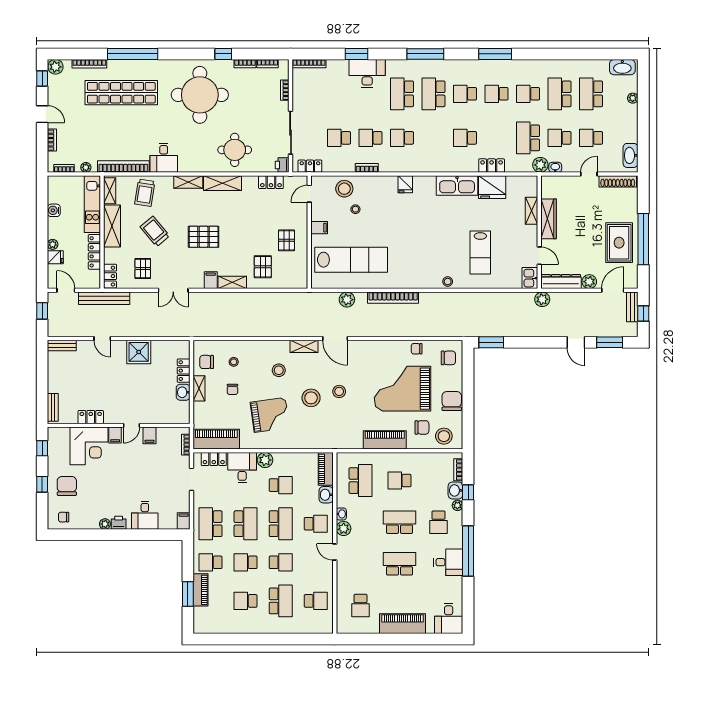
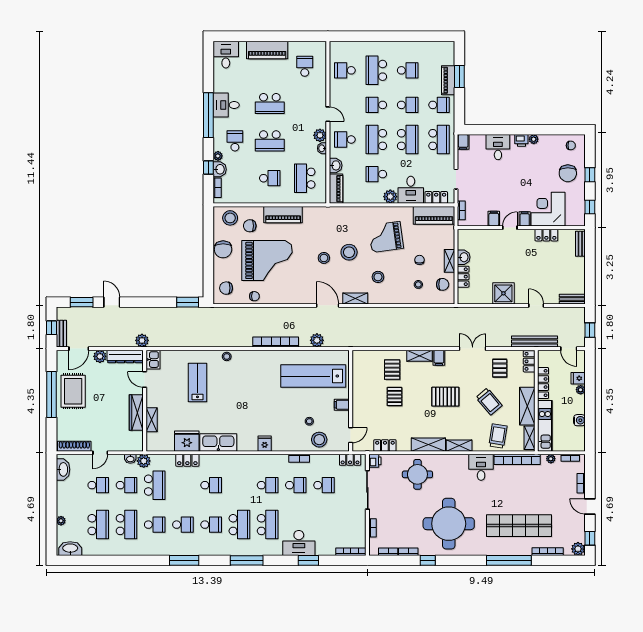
pallet: (286, 240) -> (395, 396), moved
school desk: (246, 524) -> (408, 140), turned 180

